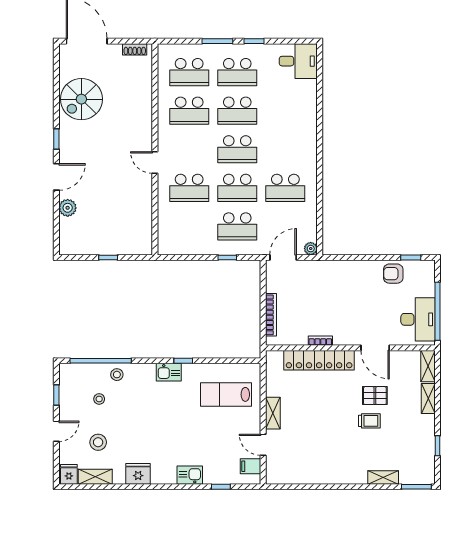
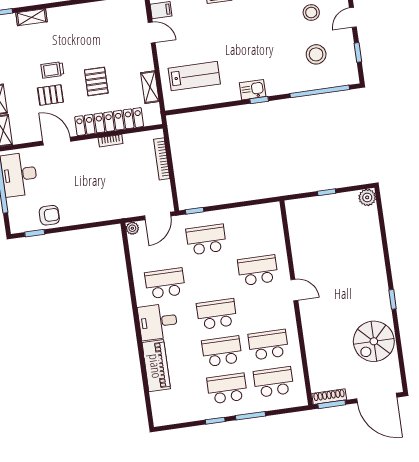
window: (133, 41) -> (332, 404), added
shoe rack: (135, 49) -> (329, 397), width x1.43
desk: (298, 61) -> (158, 322), moved
spiral stairs: (81, 99) -> (374, 341), turned 180
piano: (306, 105) -> (156, 366), added
door: (56, 177) -> (387, 263), removed
school desk: (237, 188) -> (211, 277), removed
plant: (68, 208) -> (367, 197), moved
window: (227, 257) -> (195, 211), moved
window: (183, 361) -> (259, 100), moved
stool: (117, 375) -> (302, 80), removed
stool: (99, 399) -> (316, 54), width x1.89, depth x1.89
pallet: (326, 403) -> (96, 81), added
shelving: (273, 413) -> (150, 87), moved

